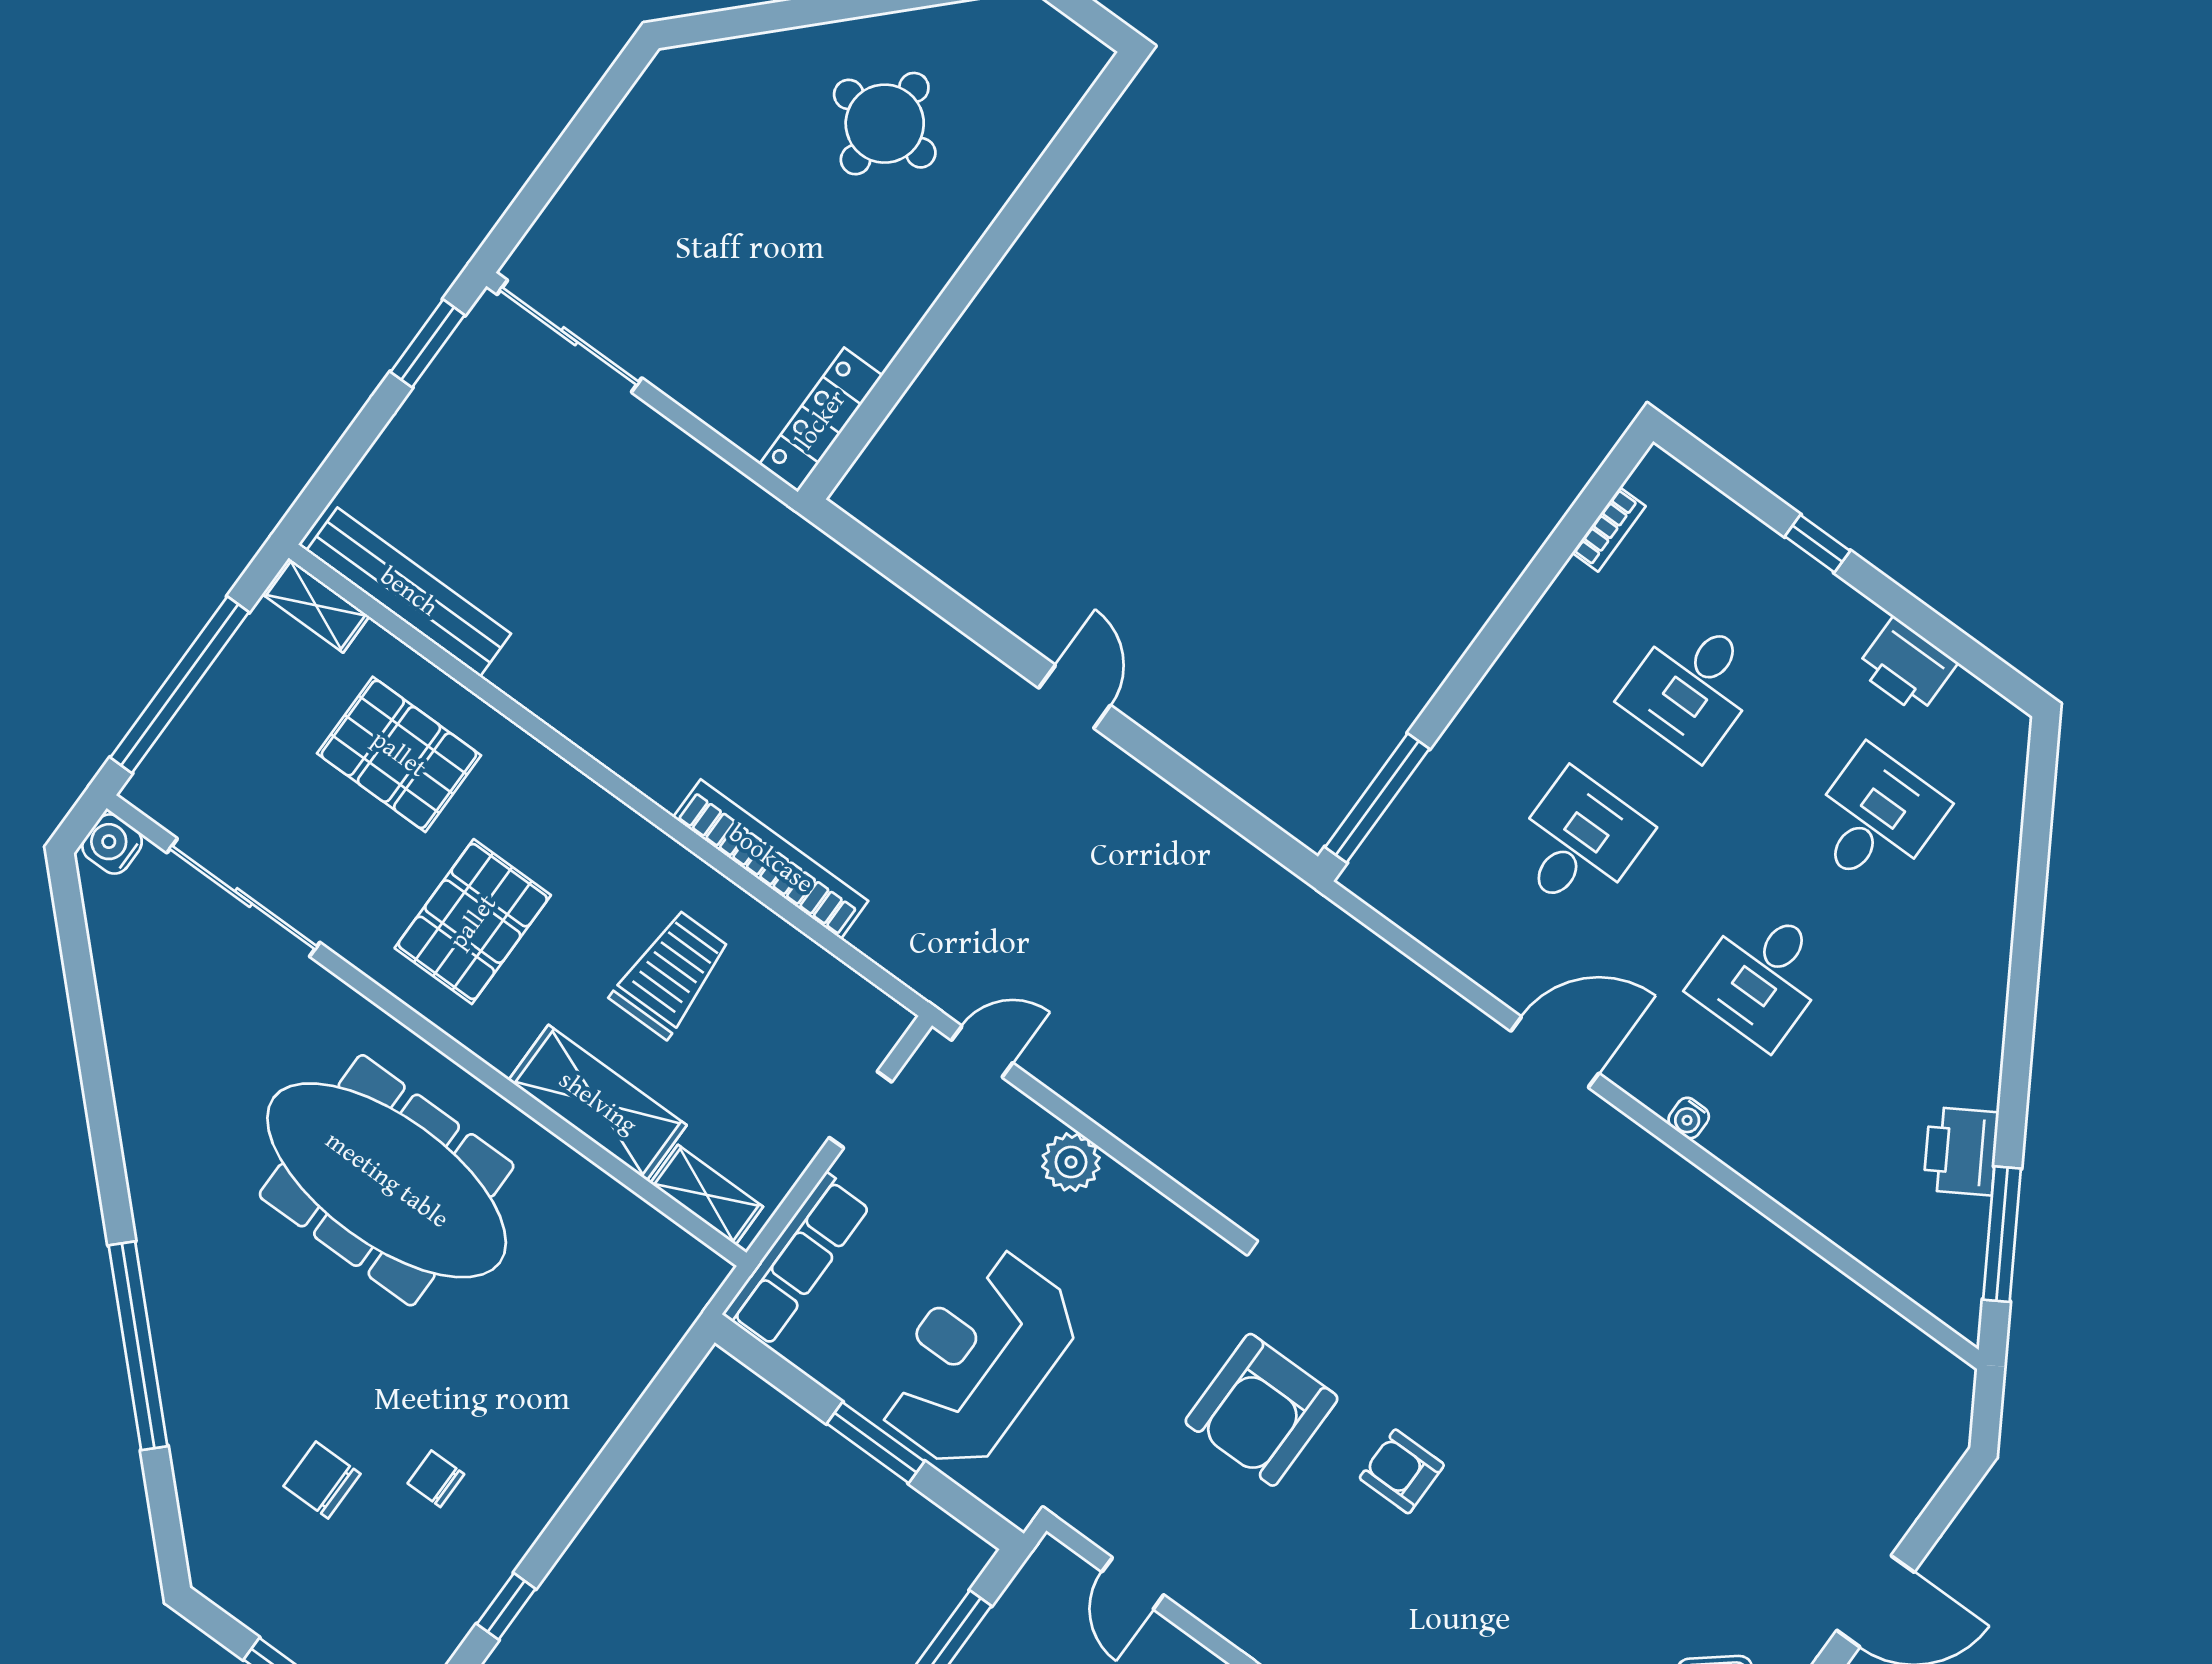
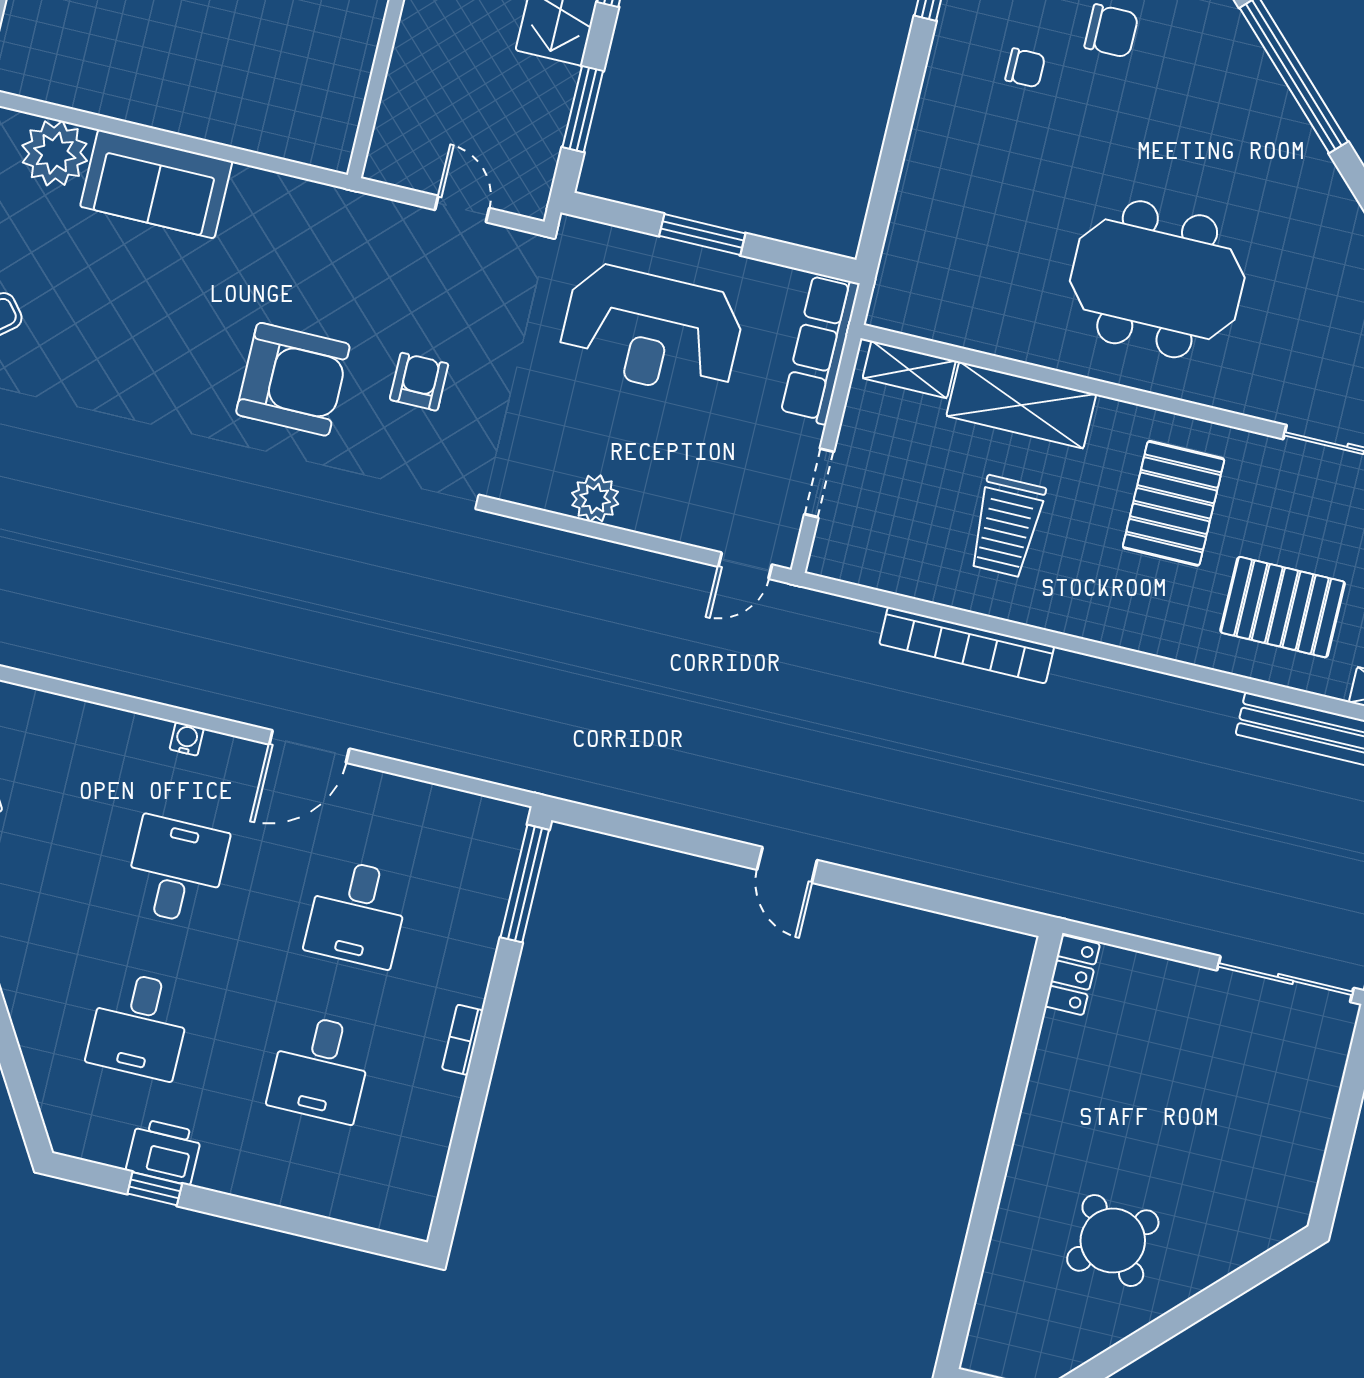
round table: (885, 124) -> (1113, 1241), turned 45
locker: (821, 420) -> (1072, 975), width x0.66
bookcase: (1609, 529) -> (463, 1040), moved
window: (1817, 544) -> (155, 1189), moved
desk: (1693, 686) -> (320, 1068), turned 180
plant: (1071, 1162) -> (595, 499), moved
meeting table: (387, 1180) -> (1157, 279), width x0.73
reception desk: (977, 1359) -> (652, 331), turned 90
armchair: (1262, 1410) -> (419, 382), width x0.53, depth x0.53
armchair: (1402, 1471) -> (293, 379), width x1.88, depth x1.88

